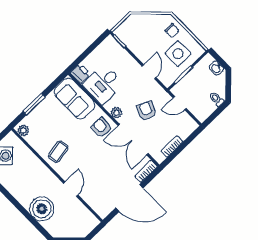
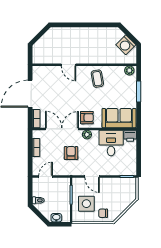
door: (180, 103) -> (46, 177), moved
armchair: (147, 111) -> (71, 153), turned -114
boiler: (42, 209) -> (73, 37), removed

